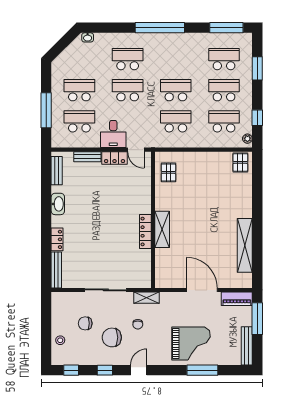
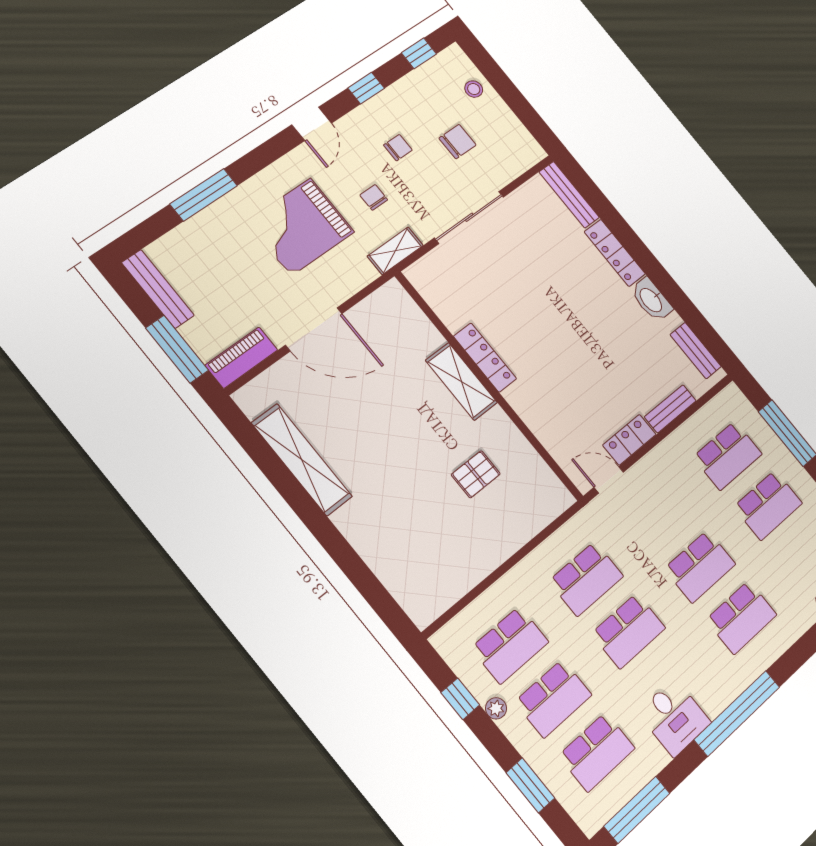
desk: (113, 134) -> (674, 717), moved, turned 180
plant: (247, 139) -> (496, 708), moved
pallet: (240, 162) -> (426, 597), removed
pallet: (168, 172) -> (476, 474), moved, turned 90
locker: (57, 239) -> (615, 253), width x1.53
chair: (112, 337) -> (398, 148), width x0.54, depth x0.54
grand piano: (191, 344) -> (301, 227), moved

